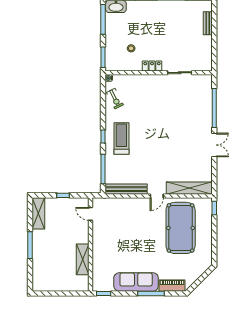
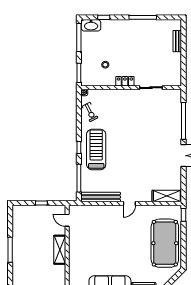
treadmill: (121, 138) -> (96, 149), width x1.37, depth x1.38
shelving: (189, 188) -> (167, 196), width x0.68
shelving: (38, 213) -> (18, 220), removed
pool table: (181, 228) -> (165, 243), moved
shelving: (83, 259) -> (60, 250), moved

